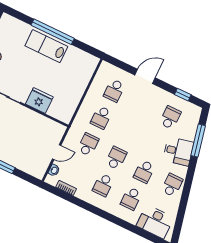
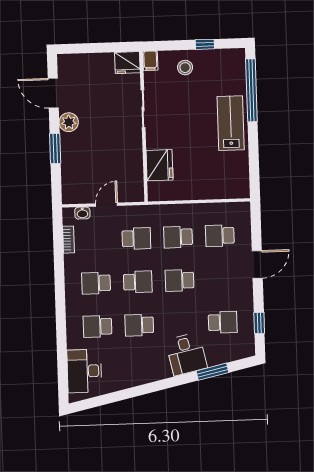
window: (53, 32) -> (251, 90), moved
door: (145, 76) -> (257, 265), hinge flipped
fridge: (39, 101) -> (160, 165), moved
window: (198, 141) -> (212, 372), width x0.69
door: (57, 152) -> (107, 205), swing flipped
school desk: (172, 185) -> (180, 280), moved, turned 180

